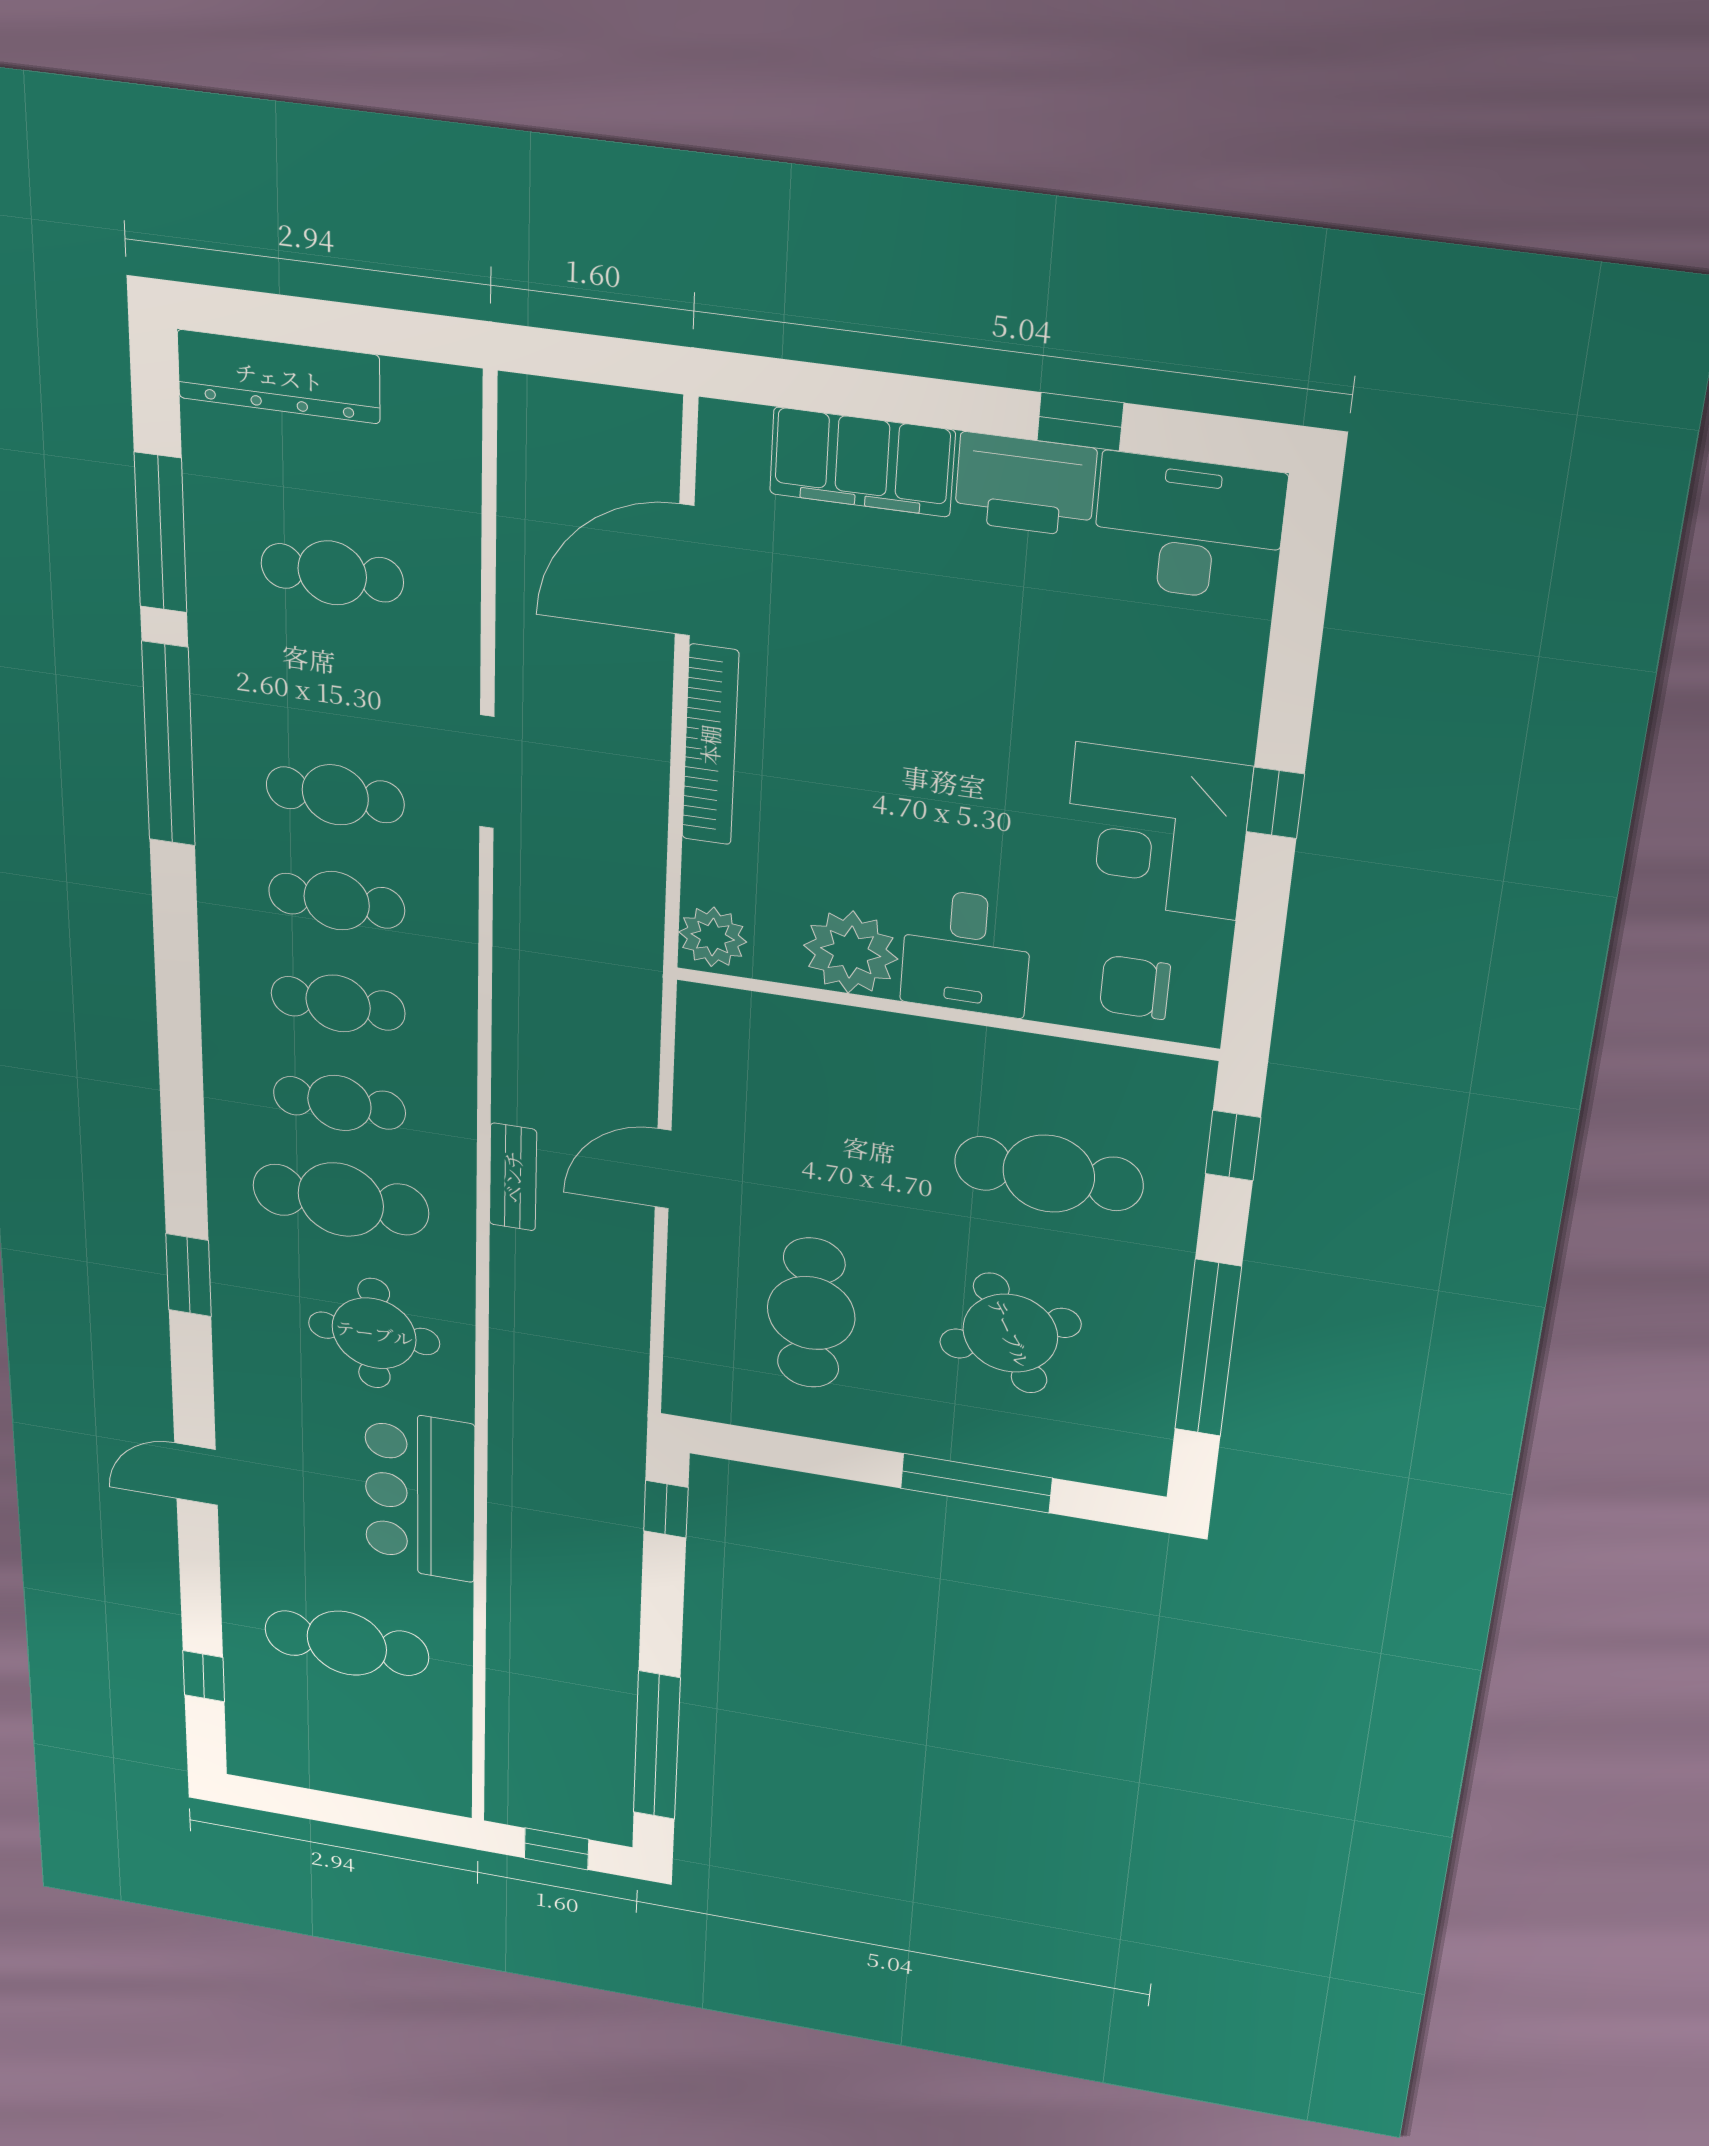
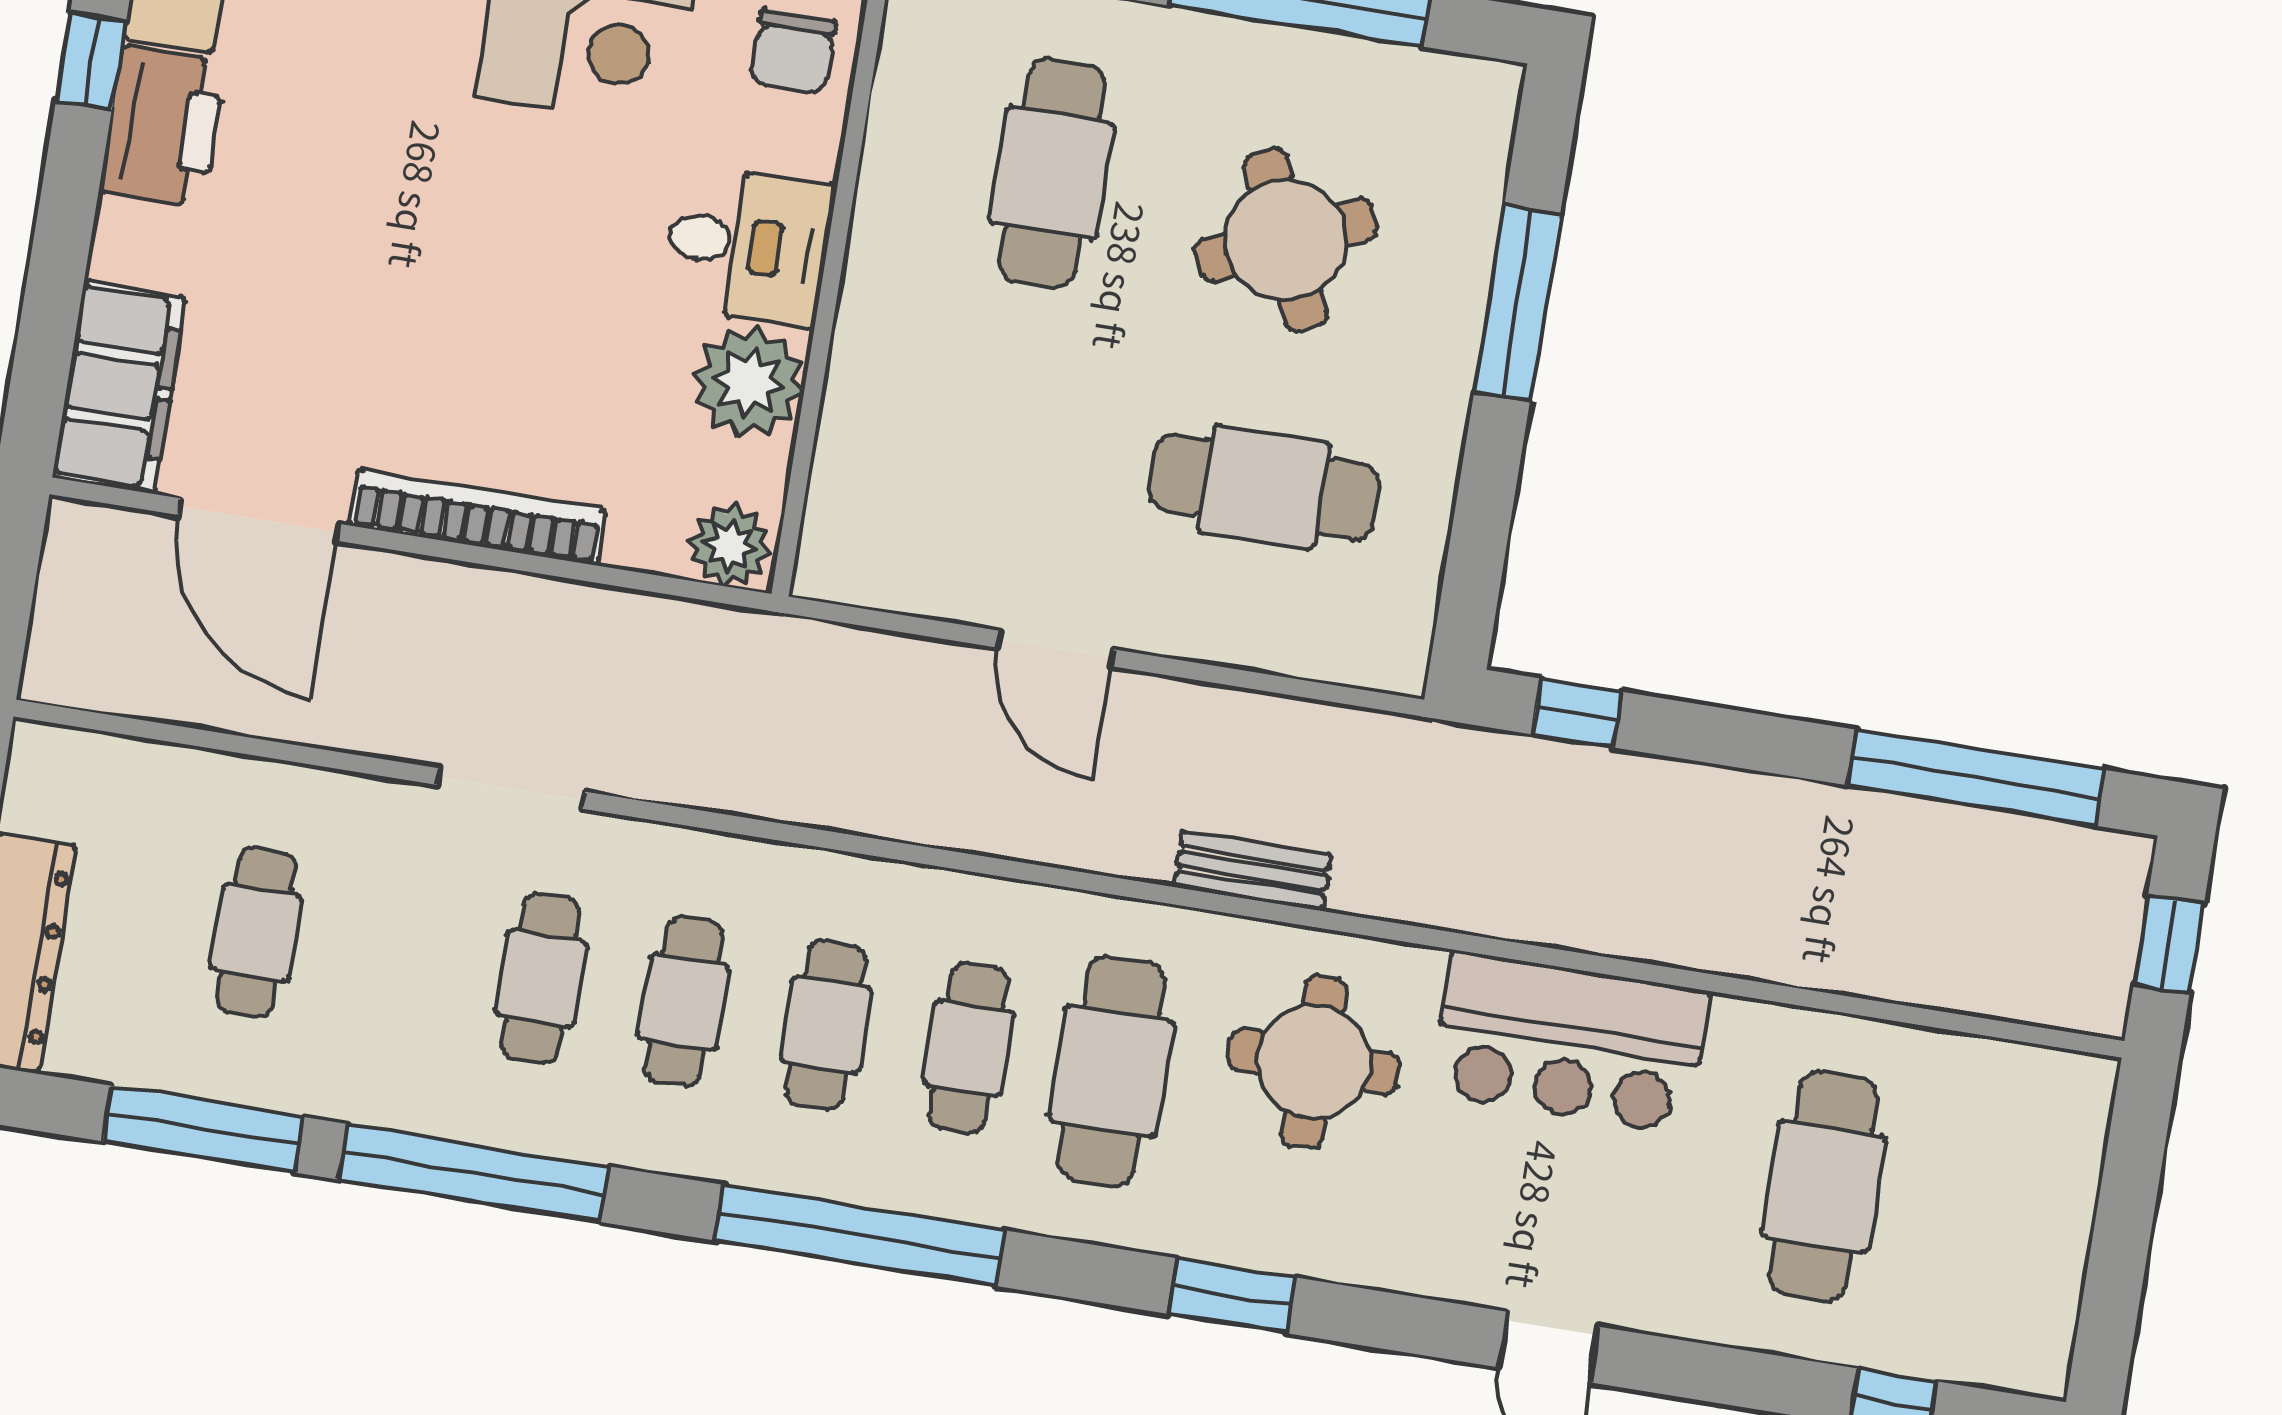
filing cabinet: (862, 462) -> (119, 387), moved
window: (179, 1026) -> (860, 1236), added
bench: (513, 1177) -> (1252, 871), moved

